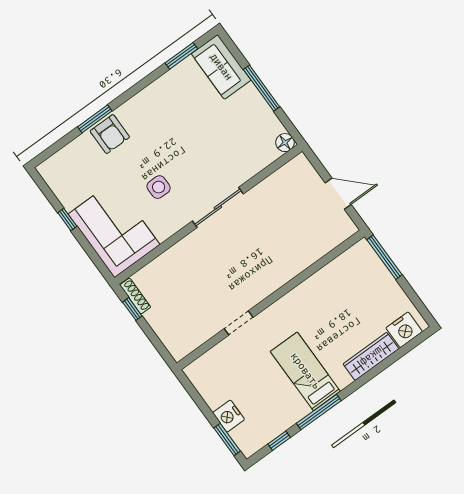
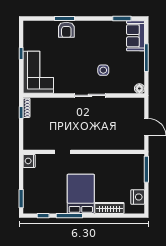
side table: (159, 187) -> (103, 70), moved
nightstand: (404, 330) -> (138, 197), moved, turned -90
bed: (305, 371) -> (81, 194), width x1.50
nightstand: (229, 416) -> (29, 161), moved

